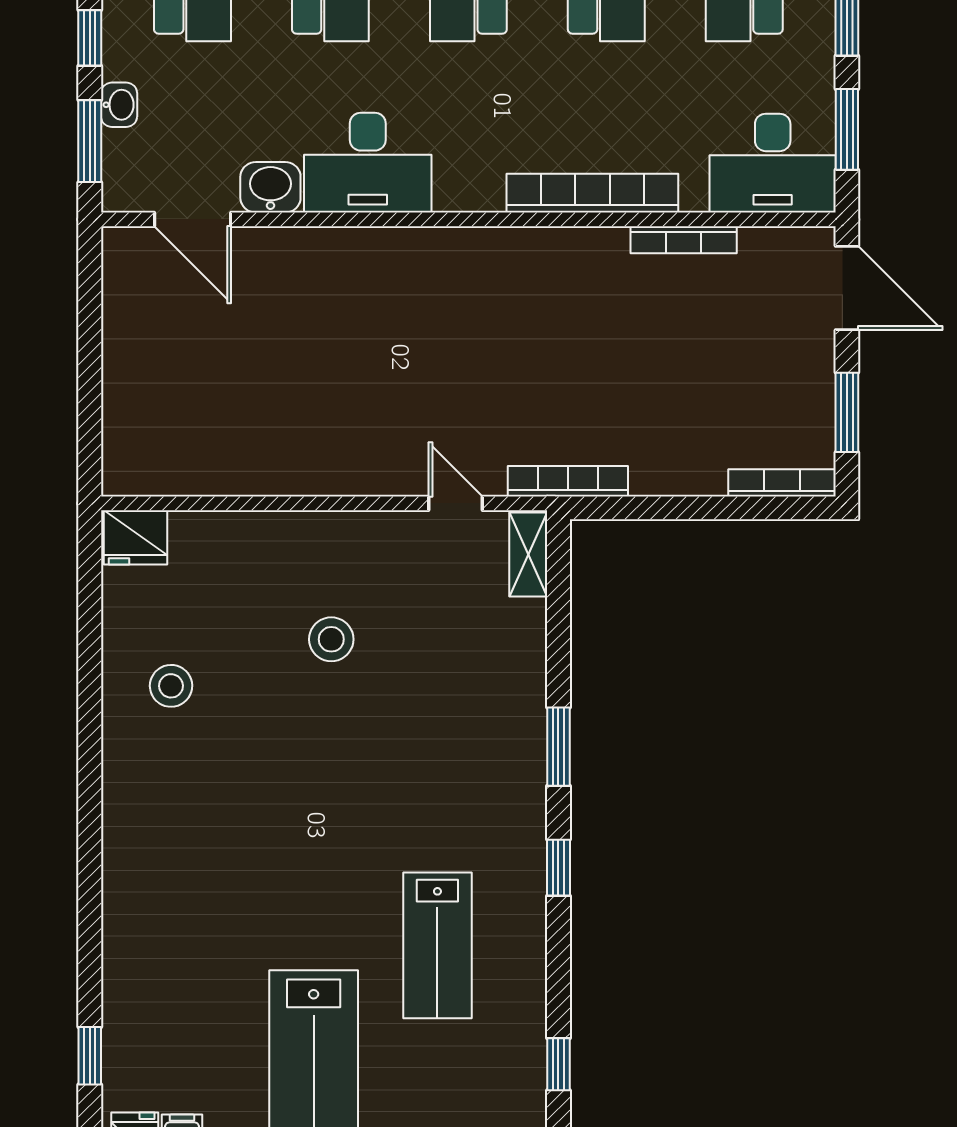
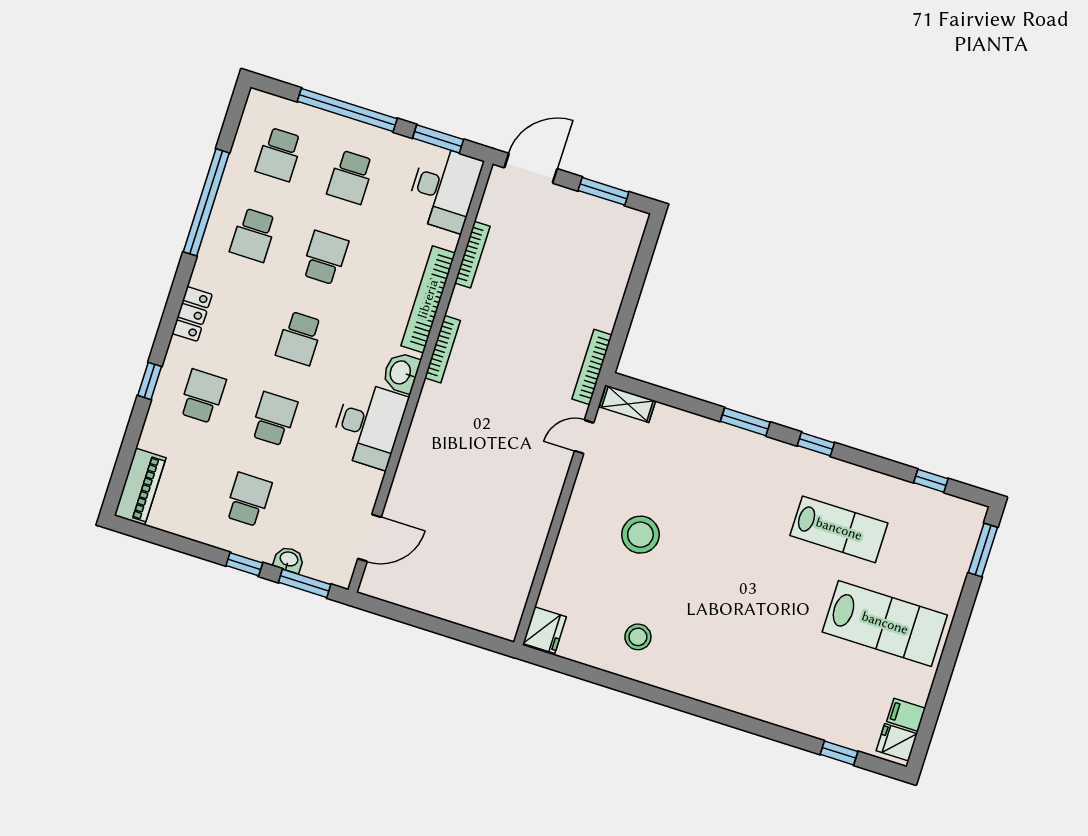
washbasin: (270, 187) -> (401, 373), moved
bookcase: (782, 483) -> (442, 349), moved, turned 180
stool: (331, 639) -> (640, 535), width x1.38, depth x1.38

